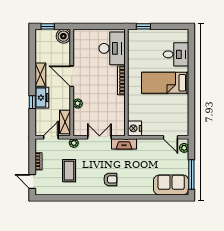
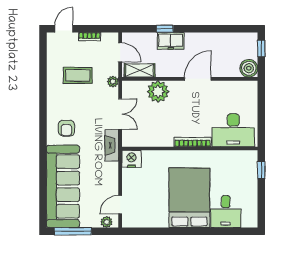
shelving: (40, 75) -> (200, 39), removed
bed: (165, 83) -> (189, 198), width x1.50
plant: (78, 103) -> (158, 92), width x1.88, depth x1.88
sofa: (171, 185) -> (63, 186), width x1.85, depth x1.27

